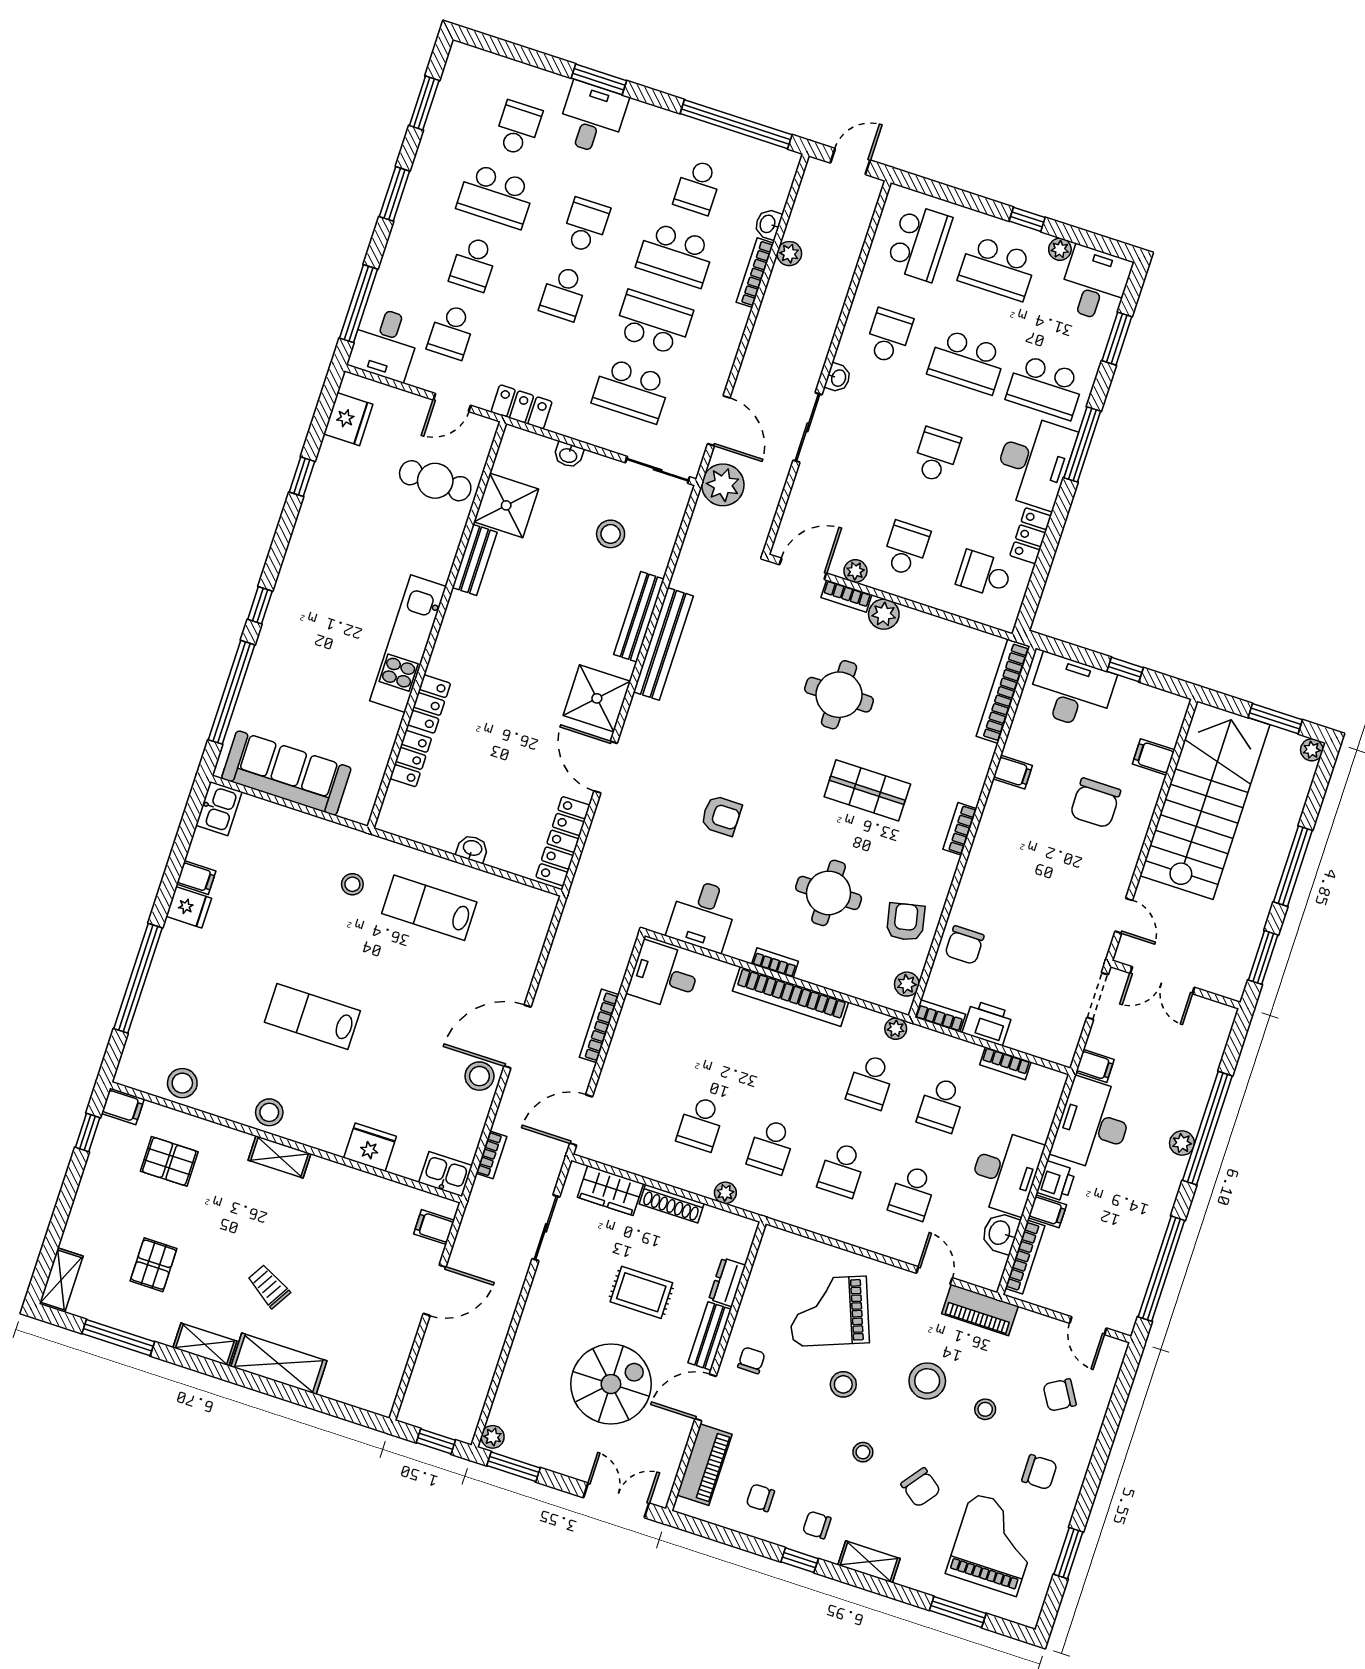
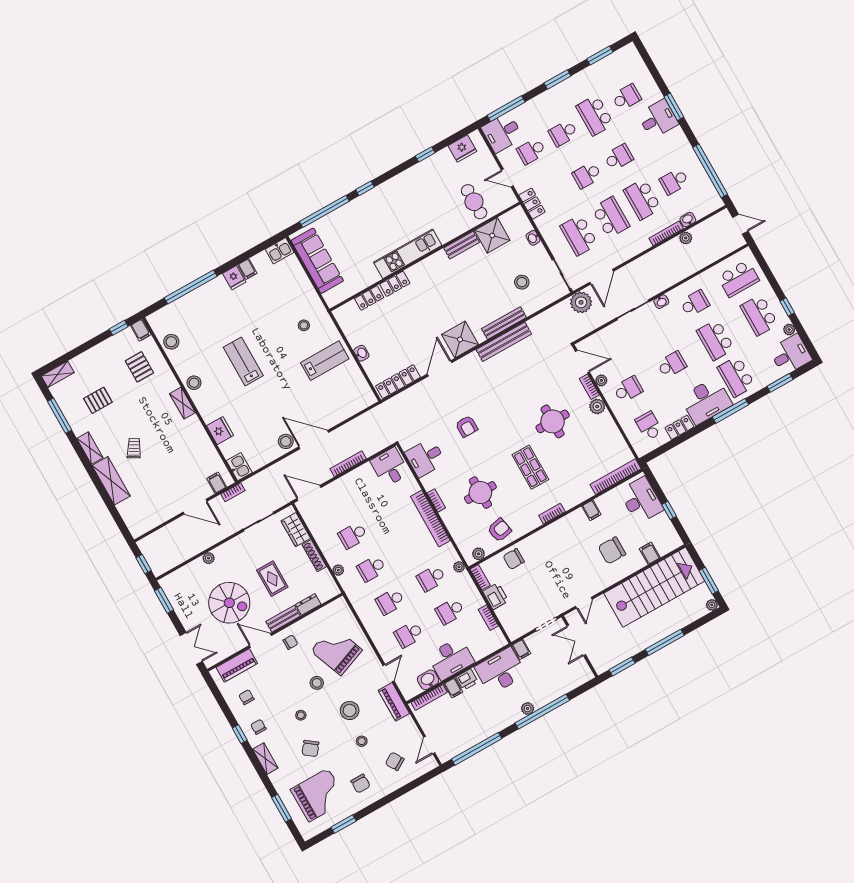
lab bench: (429, 908) -> (325, 361), turned 90
bookcase: (491, 1155) -> (233, 492), moved
plant: (493, 1437) -> (209, 558), moved

